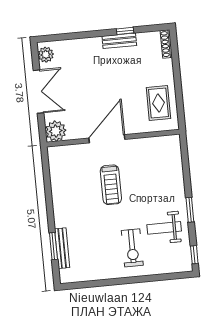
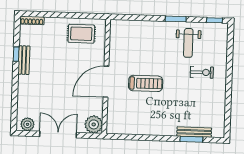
door: (107, 139) -> (106, 82), hinge flipped
exercise bike: (132, 248) -> (202, 72), width x0.73, depth x0.72

